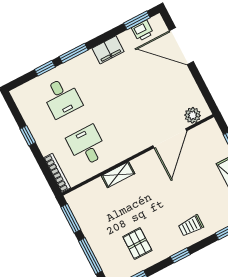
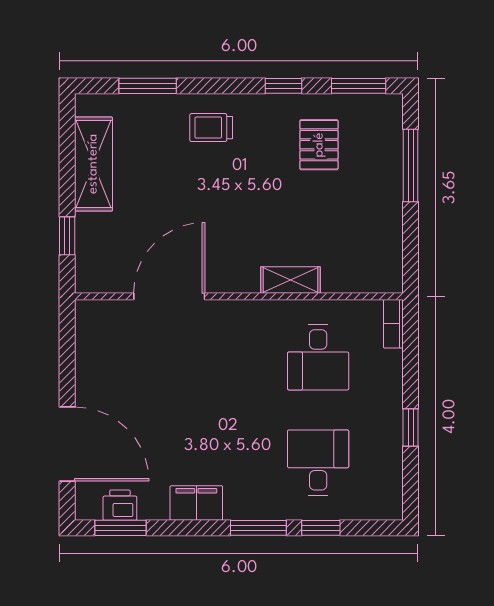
plant: (193, 115) -> (110, 315), removed
bookcase: (57, 173) -> (393, 324), width x0.64
window: (71, 218) -> (411, 247), removed
trolley: (191, 226) -> (211, 128), turned 180
window: (180, 255) -> (283, 86), moved

